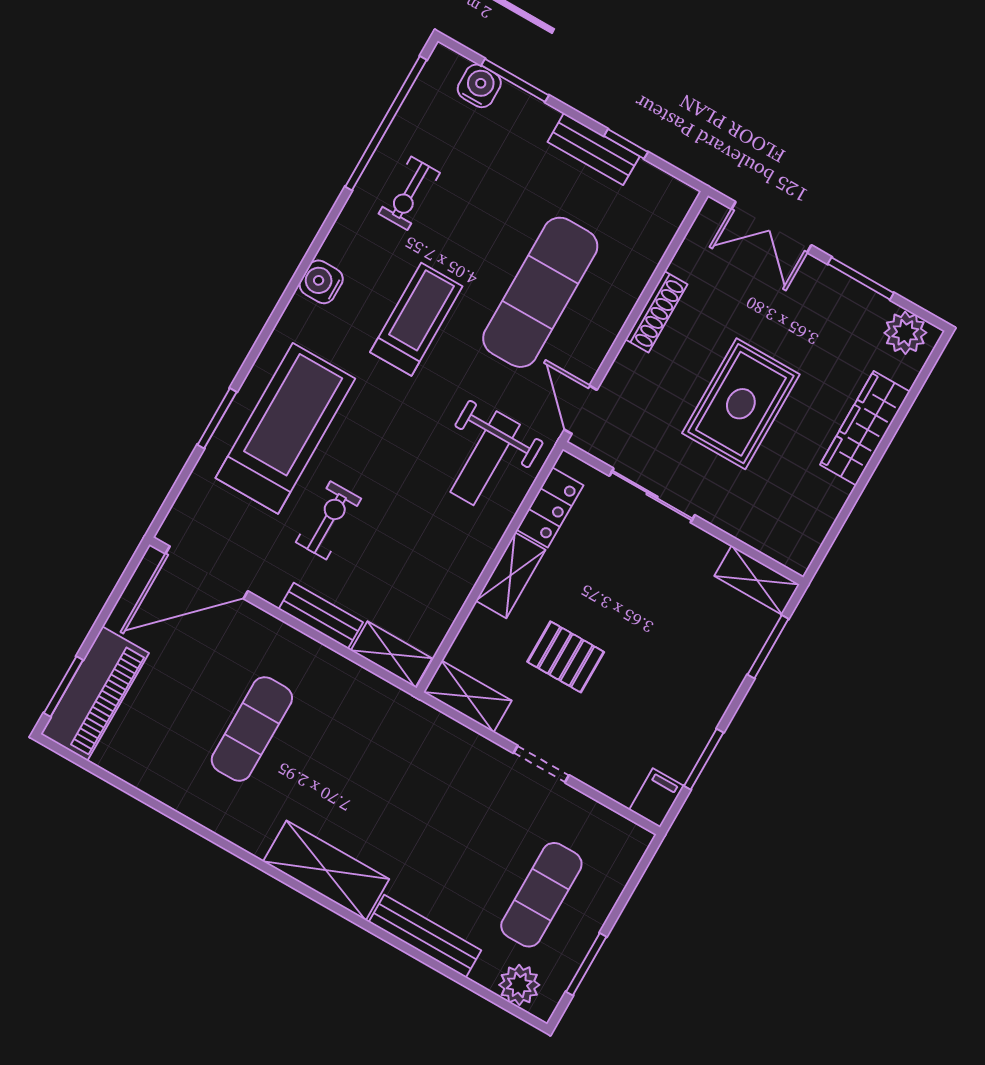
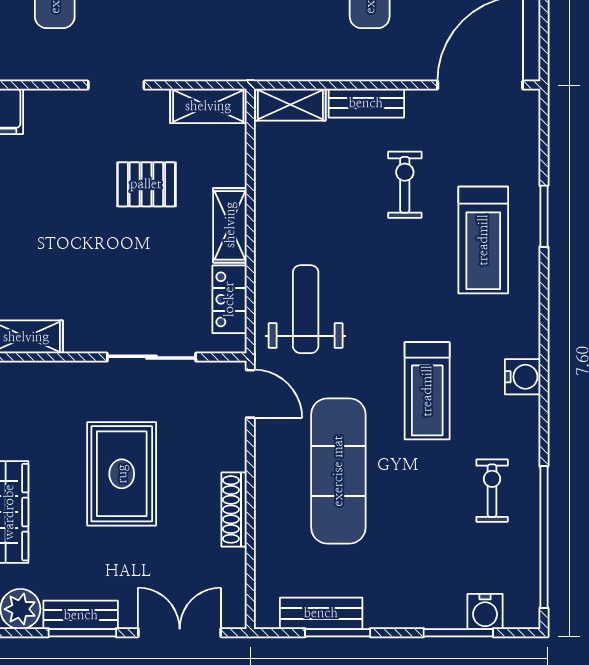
window: (626, 144) -> (338, 633), width x1.50
bench: (594, 149) -> (321, 613), moved
bench: (853, 296) -> (81, 615), added
treadmill: (285, 428) -> (483, 240), width x0.73, depth x0.73
exercise bike: (328, 520) -> (405, 185), turned 180

